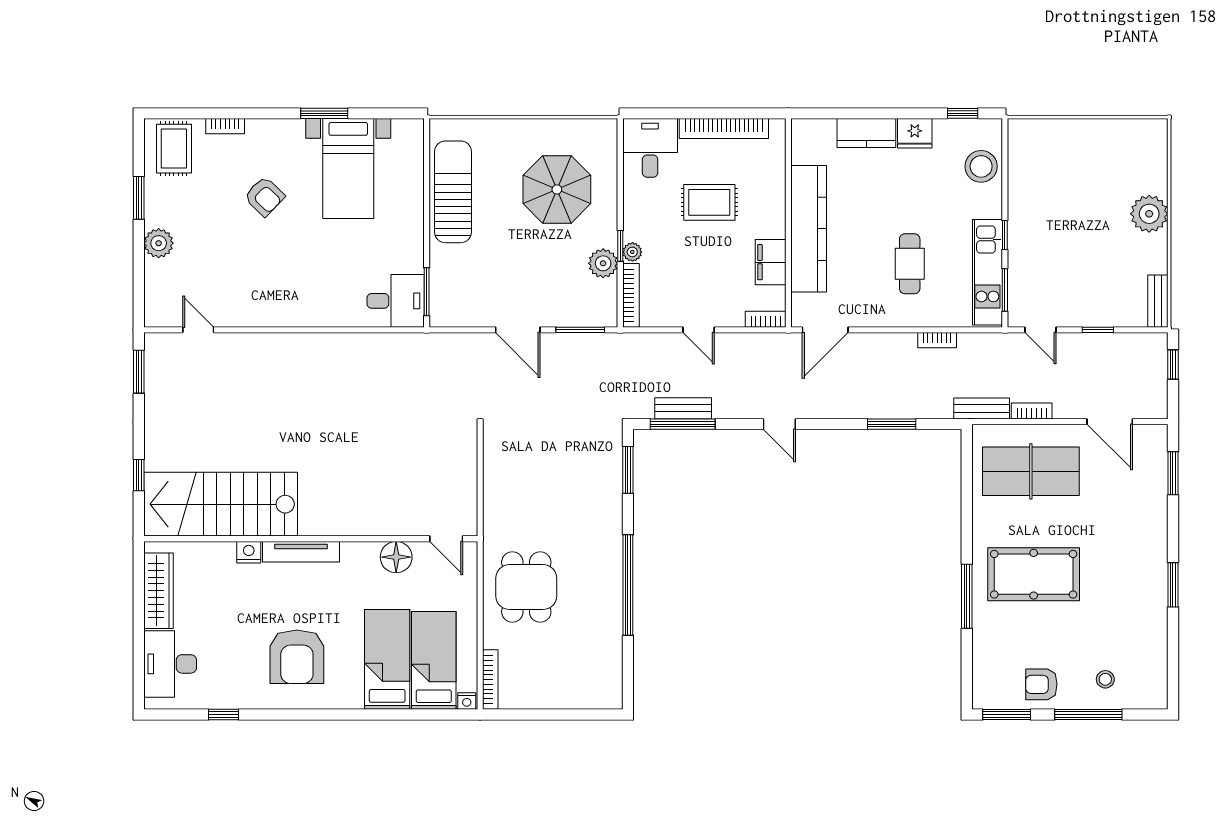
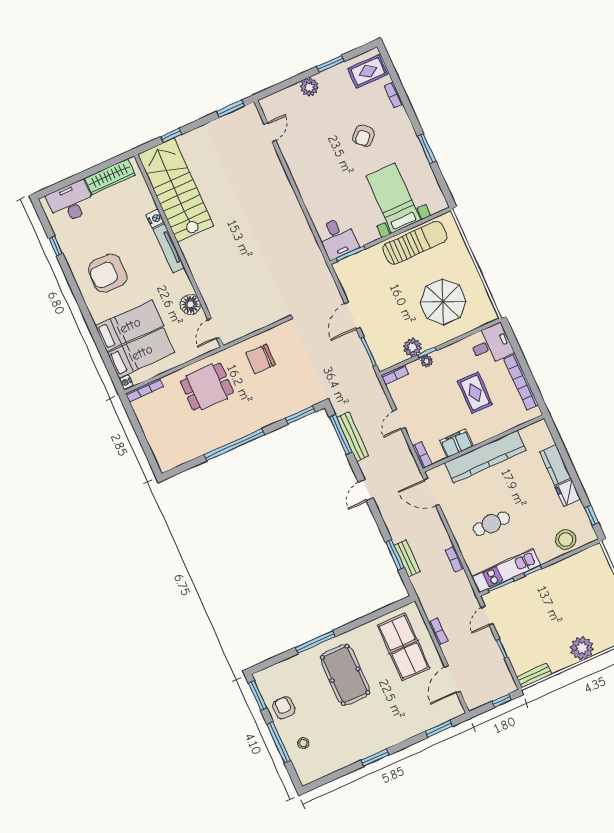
bed with nightstands: (348, 169) -> (393, 198), moved, turned 90
bookcase: (631, 295) -> (395, 375), width x0.64
bench: (683, 408) -> (353, 437), width x1.36
bench: (982, 408) -> (407, 558), moved
chair: (521, 491) -> (261, 359), added

